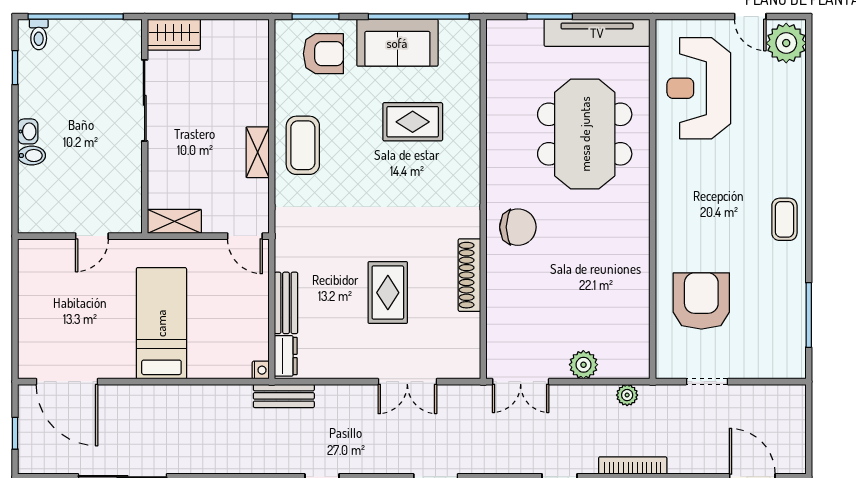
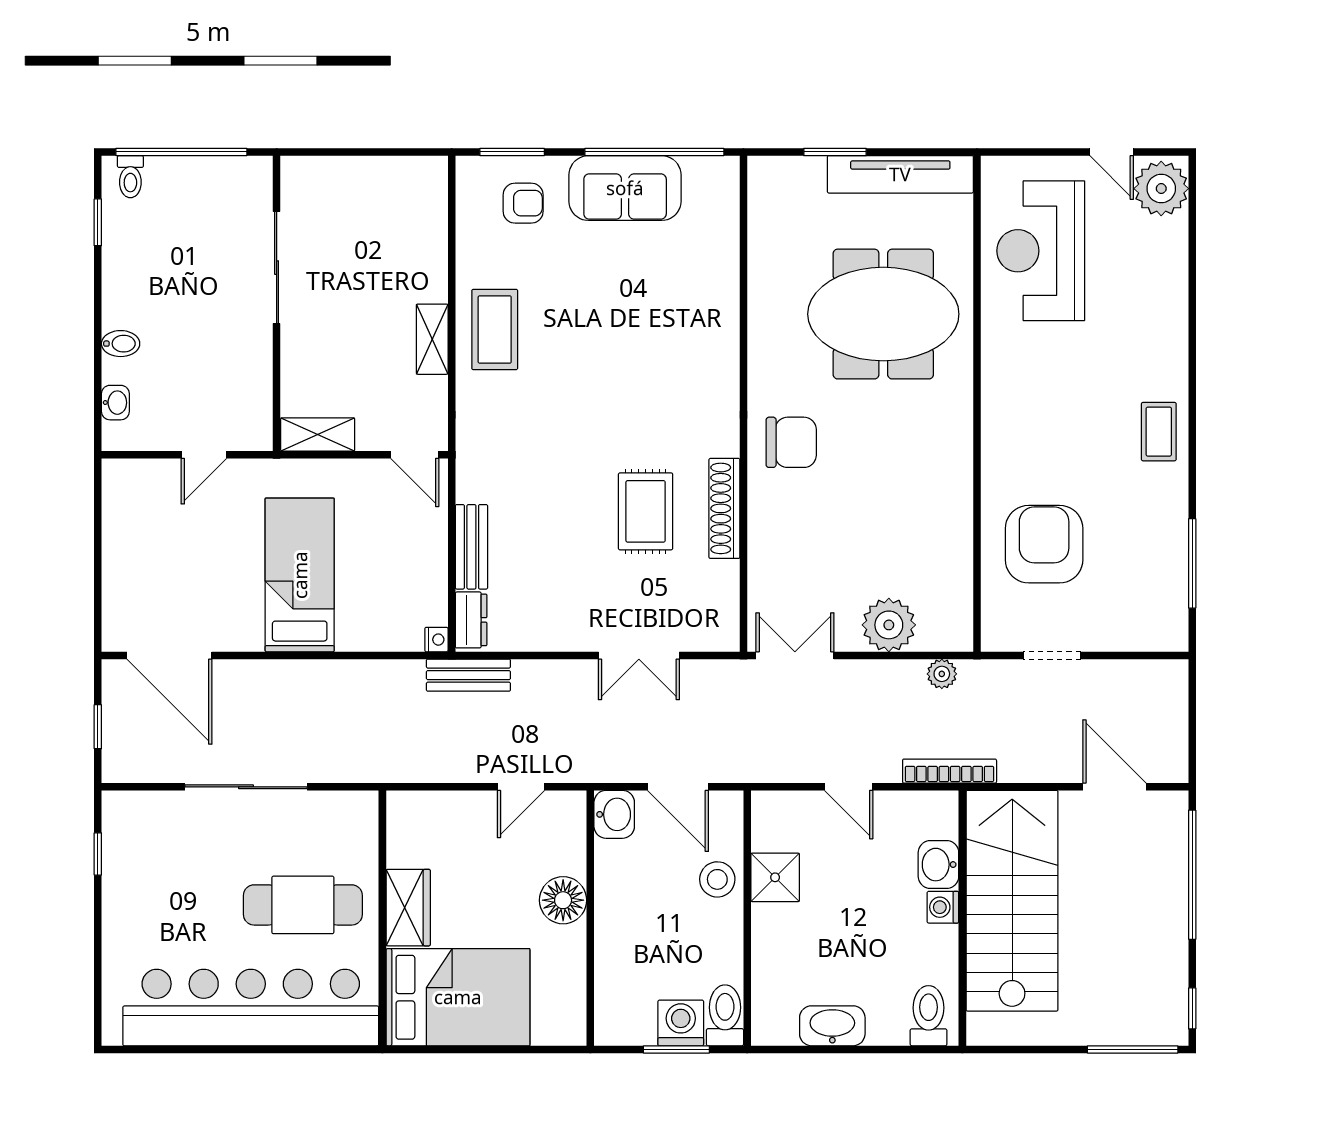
wardrobe: (174, 35) -> (317, 177), removed
armchair: (323, 54) -> (523, 203), width x0.72, depth x0.72
rug: (413, 122) -> (646, 297), removed
washbasin: (28, 131) -> (115, 403), moved
meeting table: (585, 134) -> (883, 314), turned 90
rug: (388, 293) -> (646, 511), moved
plant: (583, 365) -> (889, 625), width x1.36, depth x1.36
double door: (521, 382) -> (795, 655), swing flipped

